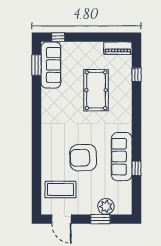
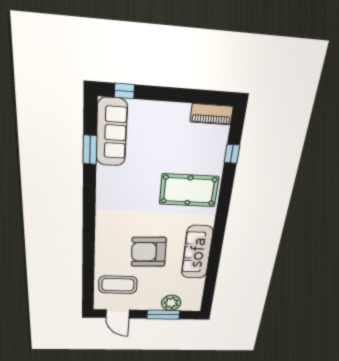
window: (36, 65) -> (90, 150), moved
pool table: (96, 90) -> (189, 190), moved, turned 90
window: (137, 168) -> (213, 265), removed
window: (100, 219) -> (163, 315), width x1.44

